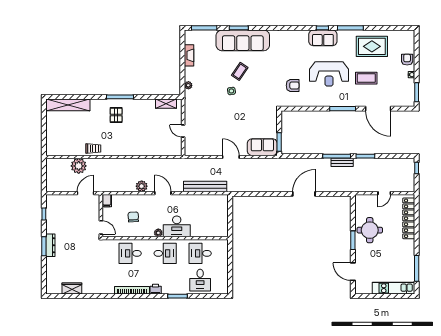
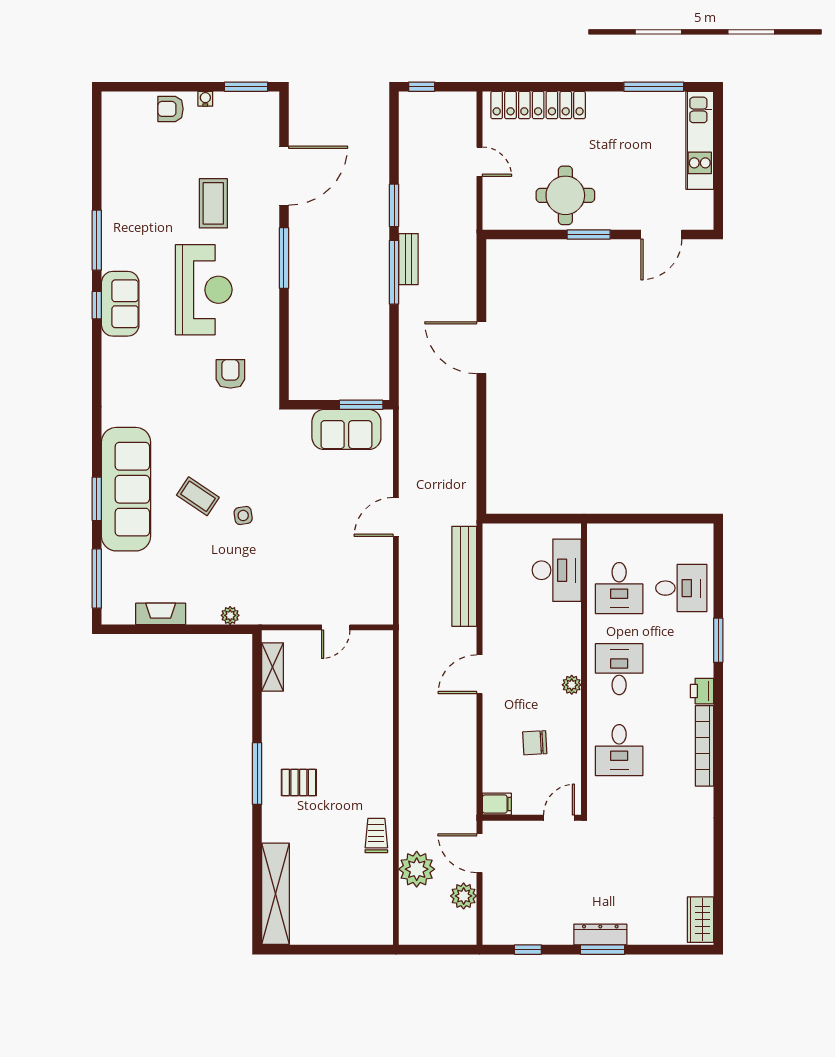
rug: (372, 46) -> (140, 190), removed
sofa: (262, 147) -> (346, 429), moved, turned -90
plant: (142, 186) -> (464, 896), moved
desk: (177, 226) -> (557, 570), moved
wardrobe: (72, 288) -> (700, 920), moved

